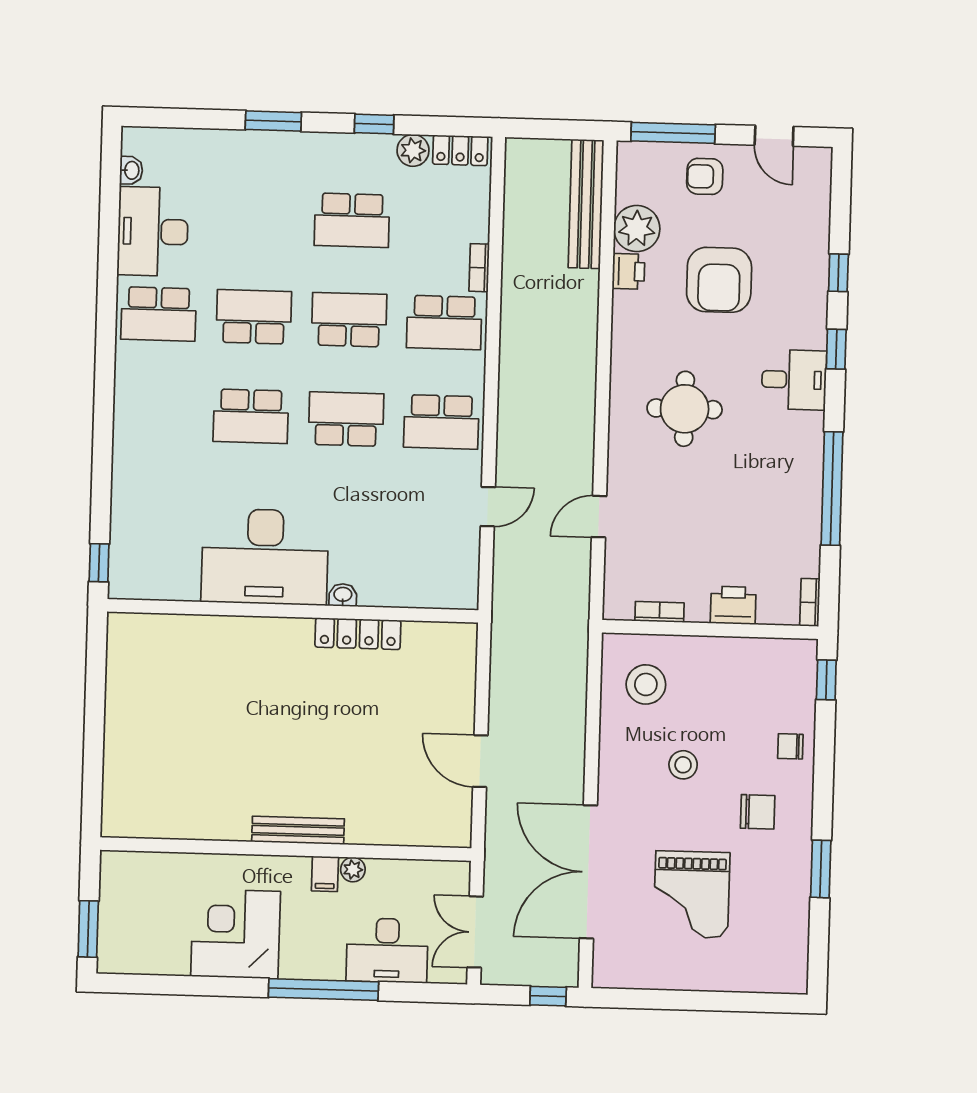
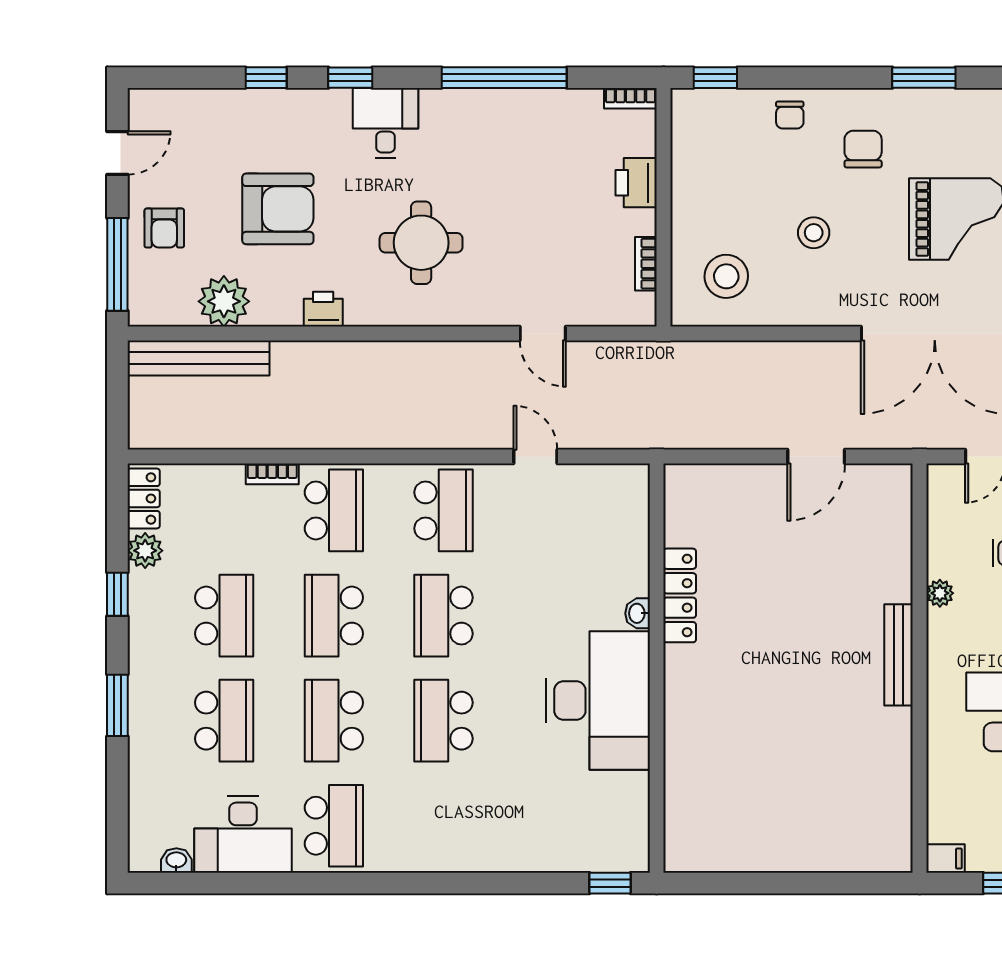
school desk: (257, 217) -> (224, 721), added
printer: (628, 271) -> (323, 309), moved
school desk: (251, 416) -> (443, 721), turned 180
filing cabinet: (325, 874) -> (945, 859), moved

